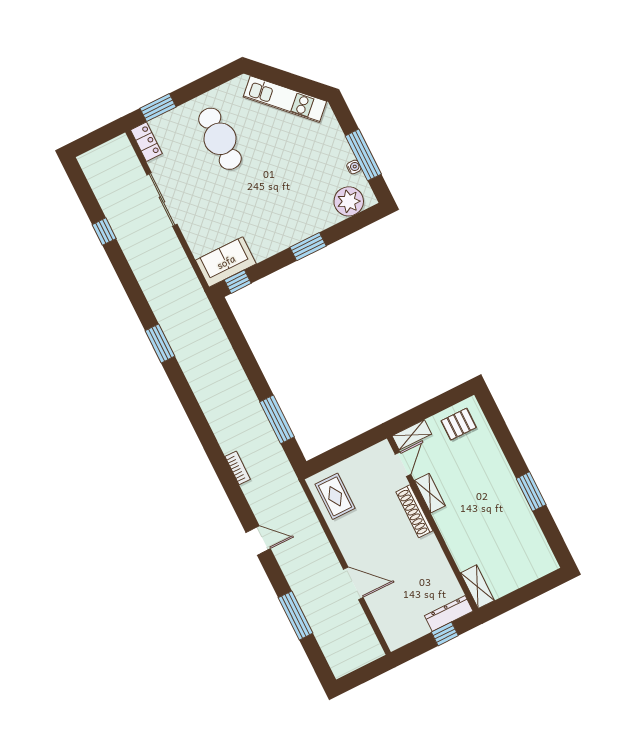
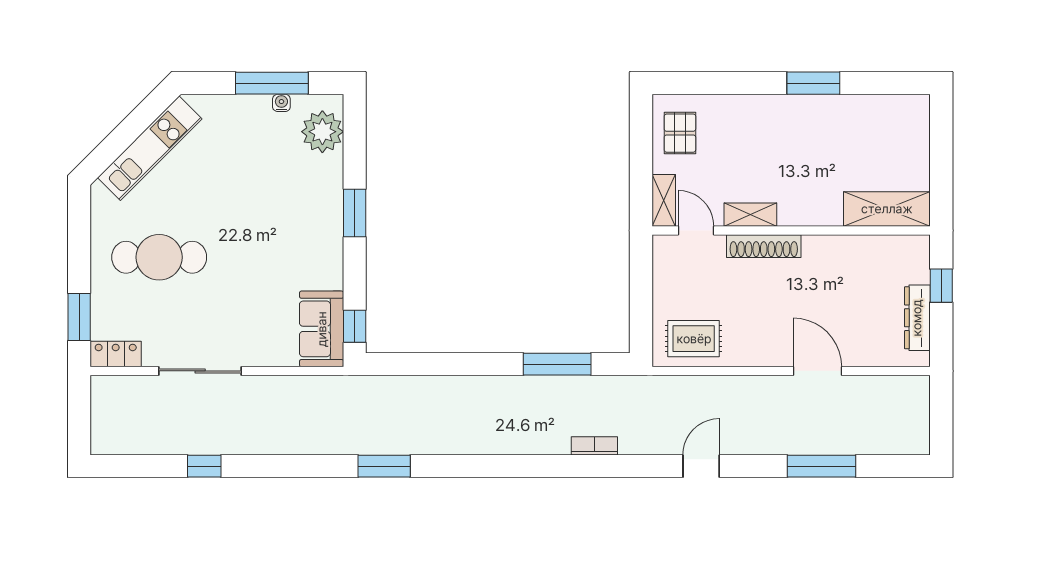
door: (353, 583) -> (817, 371), hinge flipped
shelving: (477, 587) -> (887, 209), width x1.50, depth x1.33
dresser: (449, 613) -> (917, 318), moved

